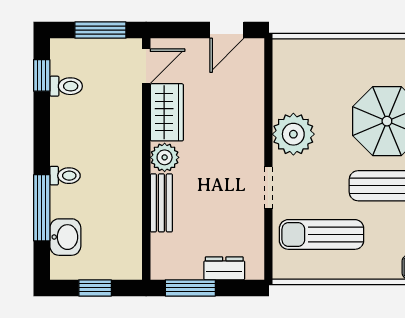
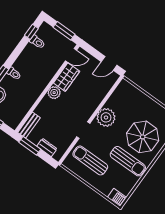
bench: (161, 203) -> (29, 125), moved

